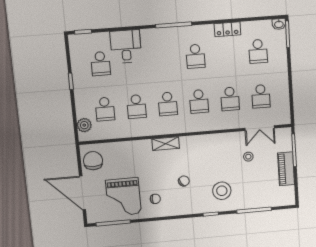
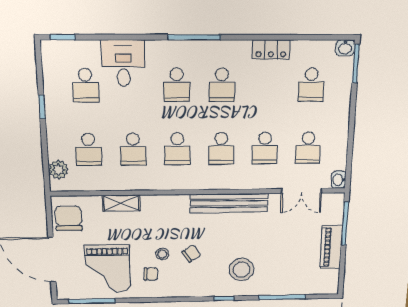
school desk: (164, 59) -> (177, 85), added
washbasin: (286, 118) -> (339, 180), added
bench: (208, 141) -> (229, 203), added
shelving: (166, 144) -> (121, 203), moved
stool: (248, 157) -> (162, 254), moved

